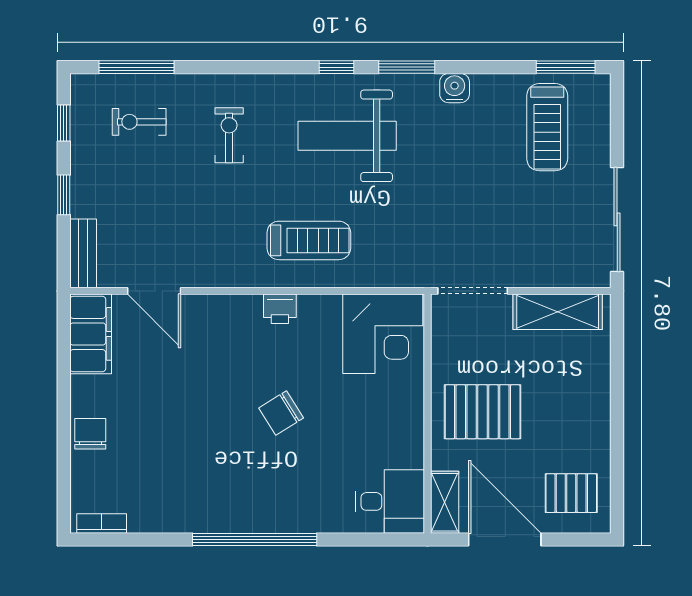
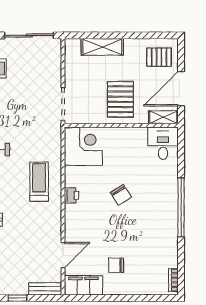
shelving: (558, 312) -> (102, 47), moved, turned 90
chair: (90, 434) -> (116, 265), moved
pallet: (571, 493) -> (159, 57), turned 90

